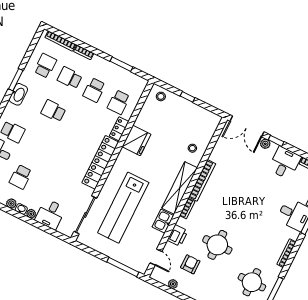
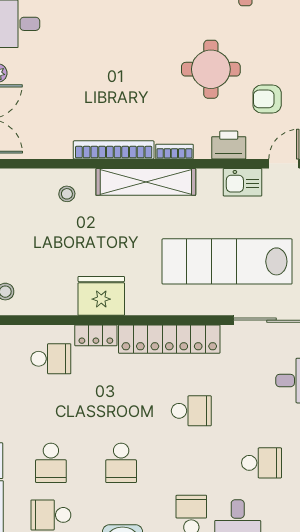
school desk: (94, 90) -> (191, 411), moved
lab bench: (123, 208) -> (227, 261), turned 180
kitchen sink: (163, 221) -> (243, 182), moved

